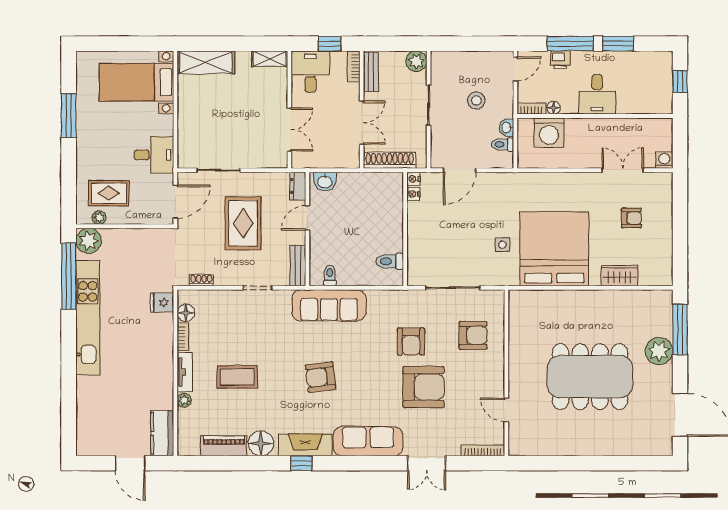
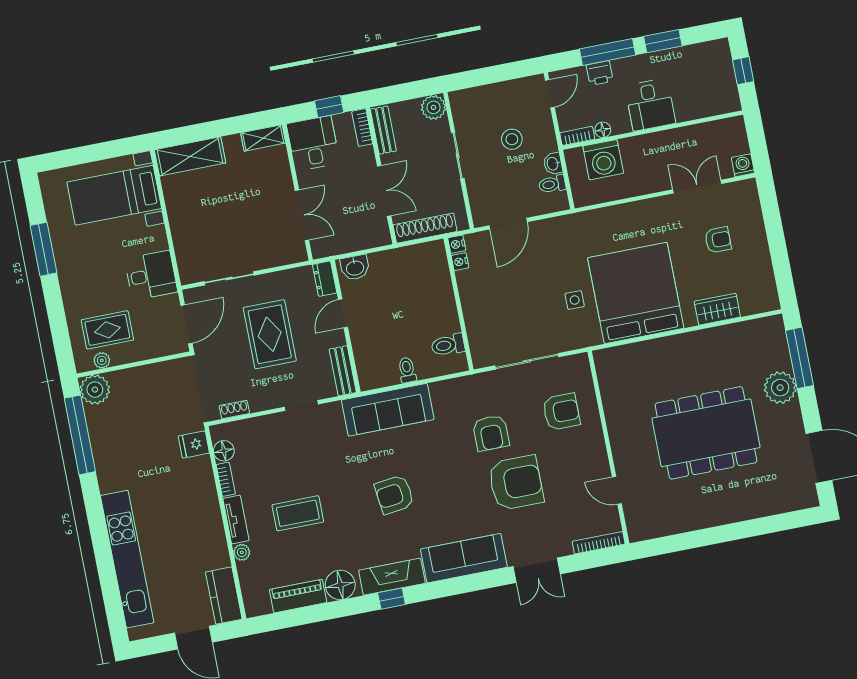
toilet: (330, 275) -> (407, 370), moved
kitchen unit: (88, 318) -> (127, 559), moved

